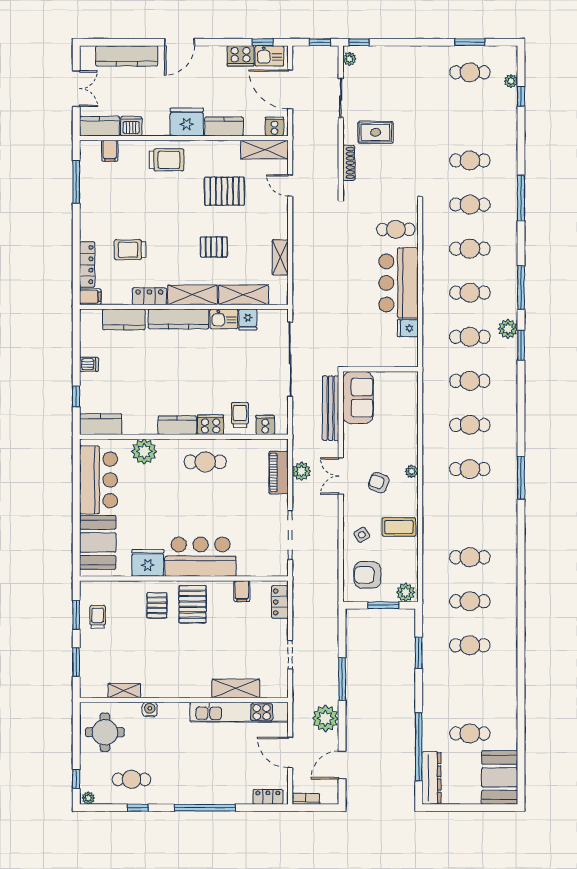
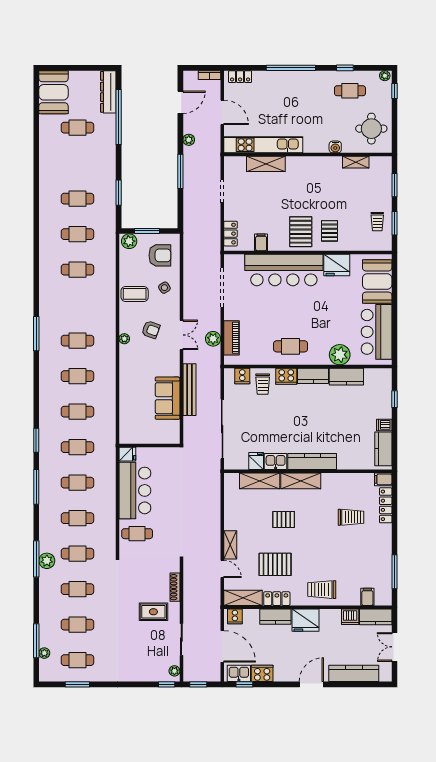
window: (521, 96) -> (36, 641), width x2.17
cafe table: (470, 116) -> (77, 625), added
shelving: (280, 257) -> (230, 545), moved
locker: (149, 296) -> (277, 599), moved, turned 180
kitchen counter: (124, 319) -> (383, 449), moved, turned -90
plant: (508, 329) -> (47, 561), moved
wall: (380, 369) -> (149, 445), moved
kitchen counter: (101, 424) -> (346, 377), moved
bar counter: (201, 557) -> (284, 270), width x1.36
plant: (325, 718) -> (189, 140), width x0.53, depth x0.53

